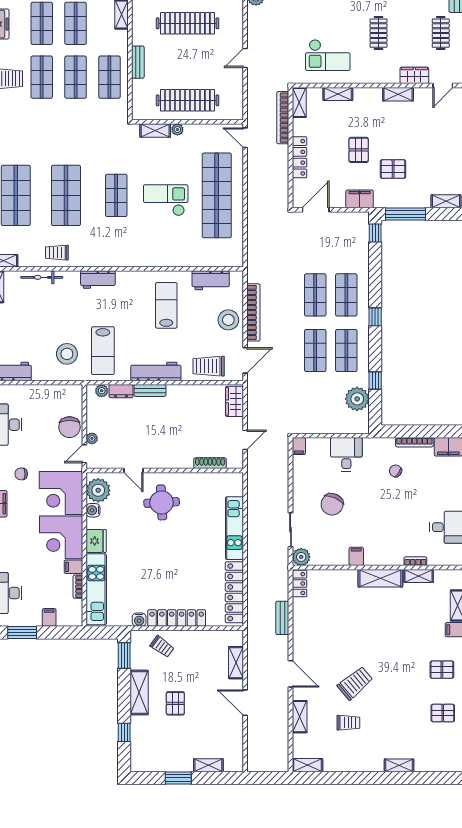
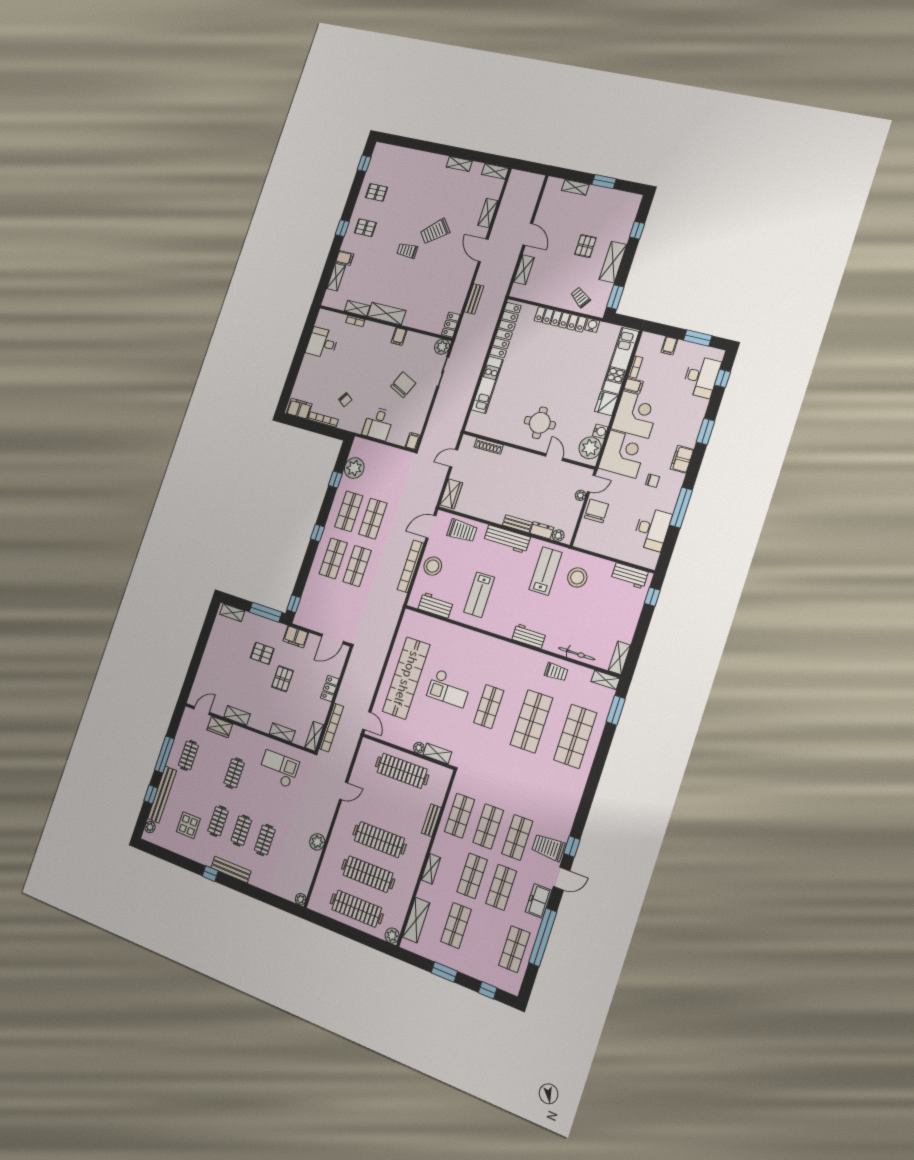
locker: (300, 157) -> (330, 689), width x0.66
trolley: (348, 723) -> (407, 251), moved
shelving: (399, 765) -> (459, 164), moved

